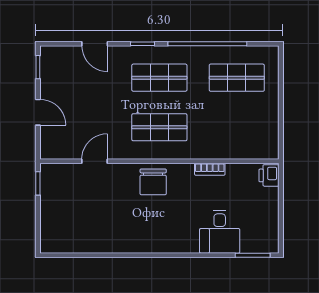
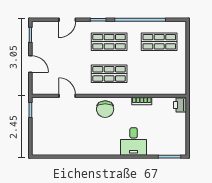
door: (95, 44) -> (67, 20), hinge flipped
door: (95, 161) -> (67, 96), hinge flipped
desk: (220, 232) -> (134, 141), moved

